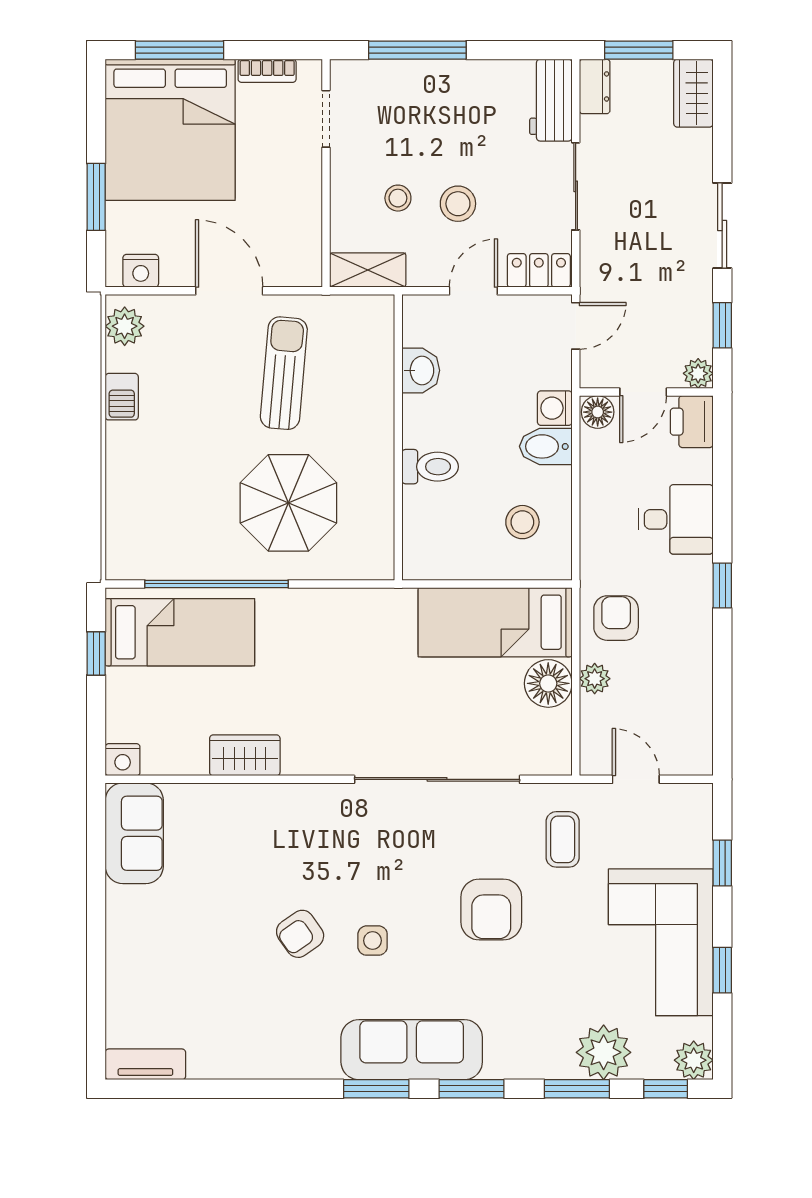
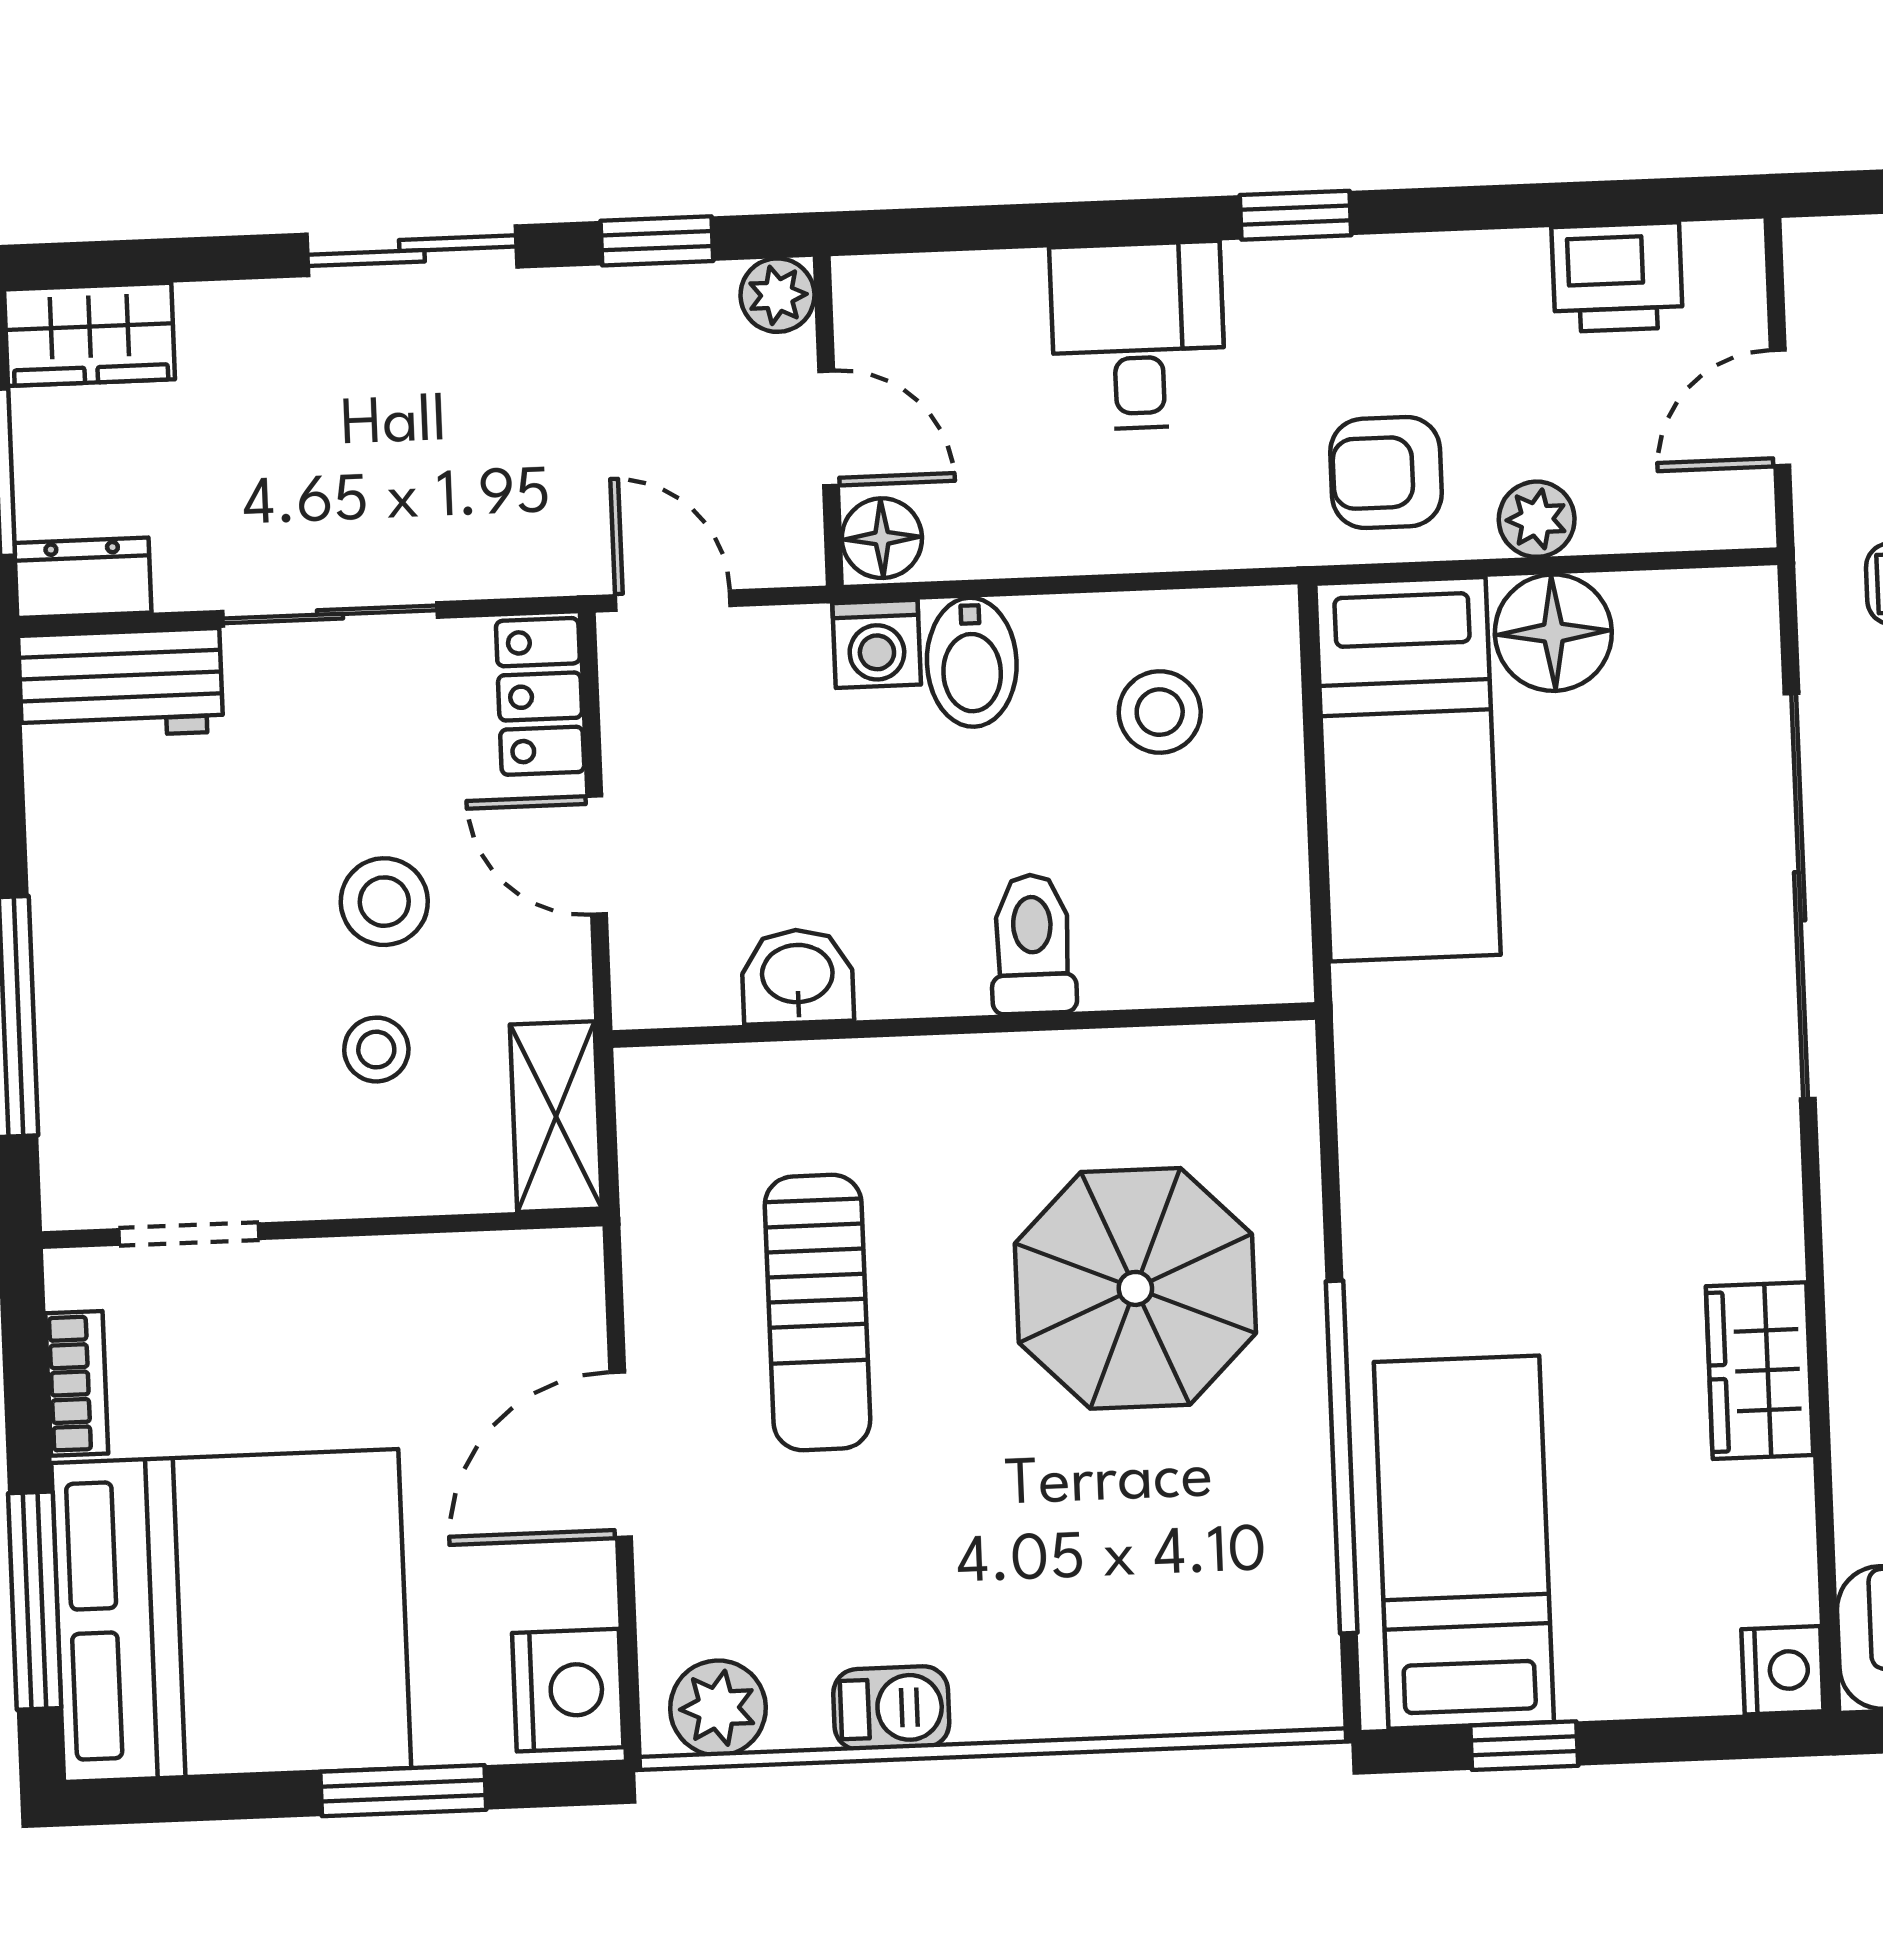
nightstand: (141, 271) -> (568, 1690), width x1.36, depth x1.33
sun lounger: (284, 373) -> (817, 1313), turned -95
printer: (692, 422) -> (1617, 277), moved

